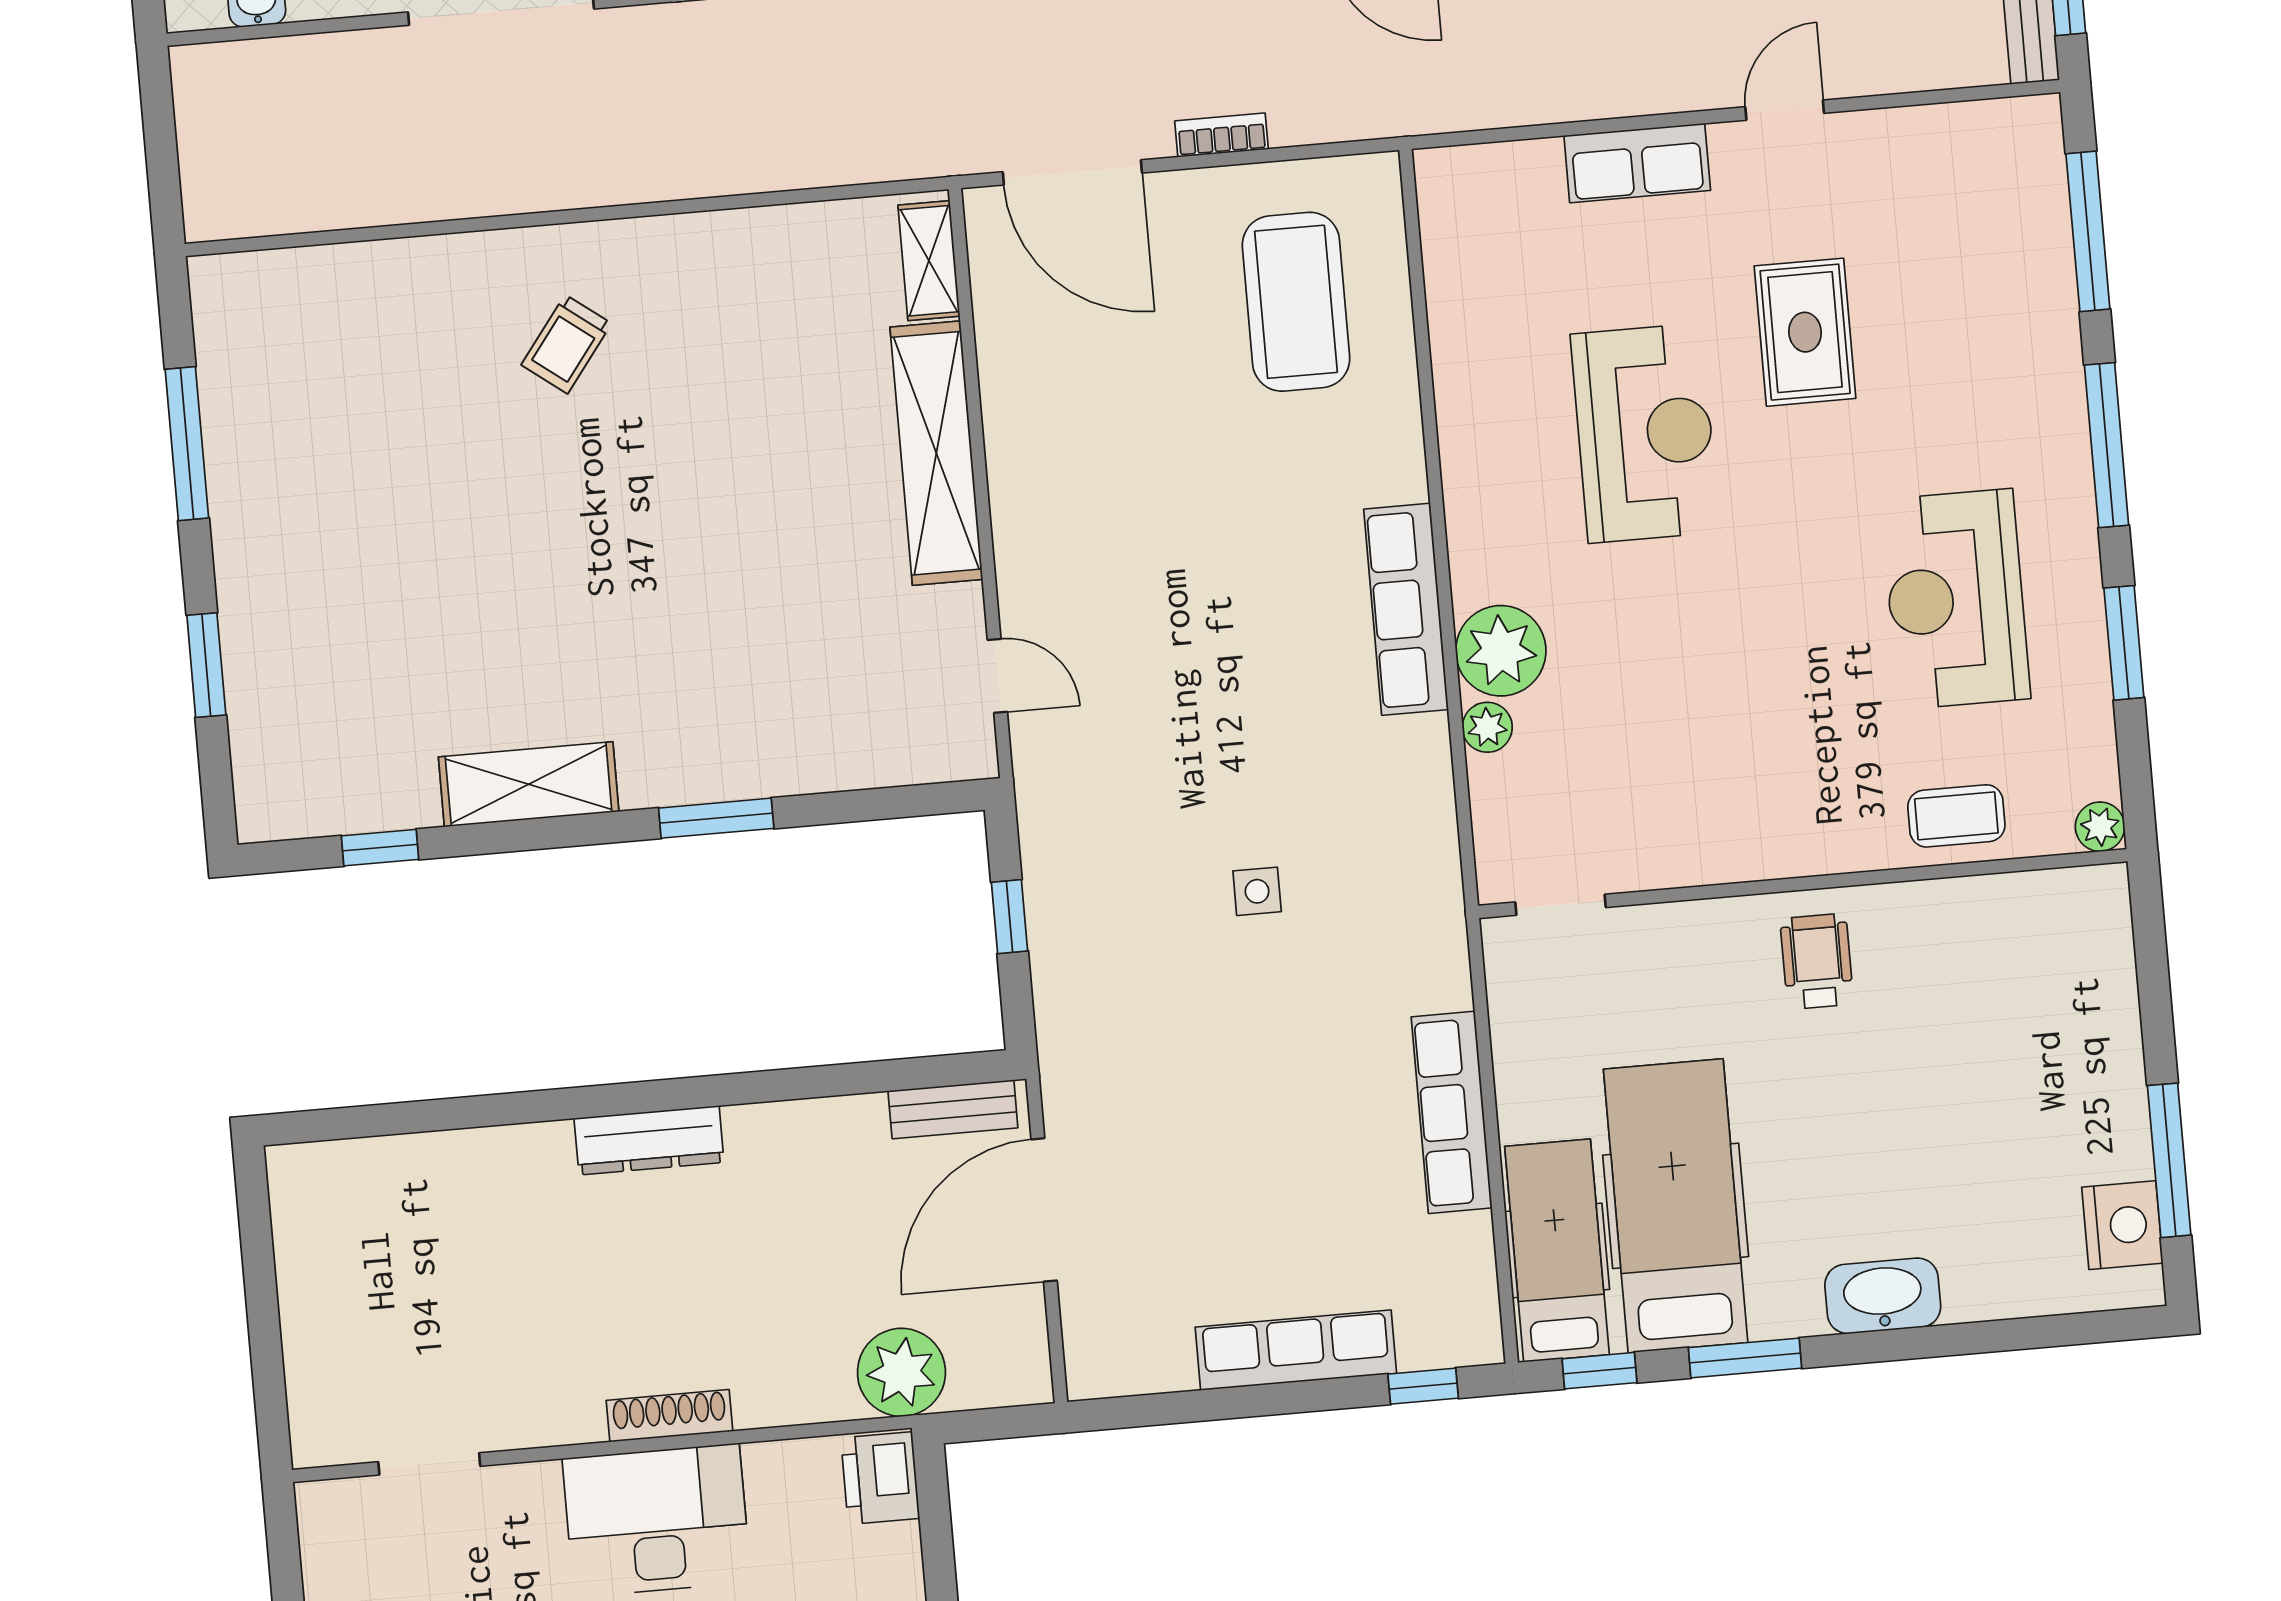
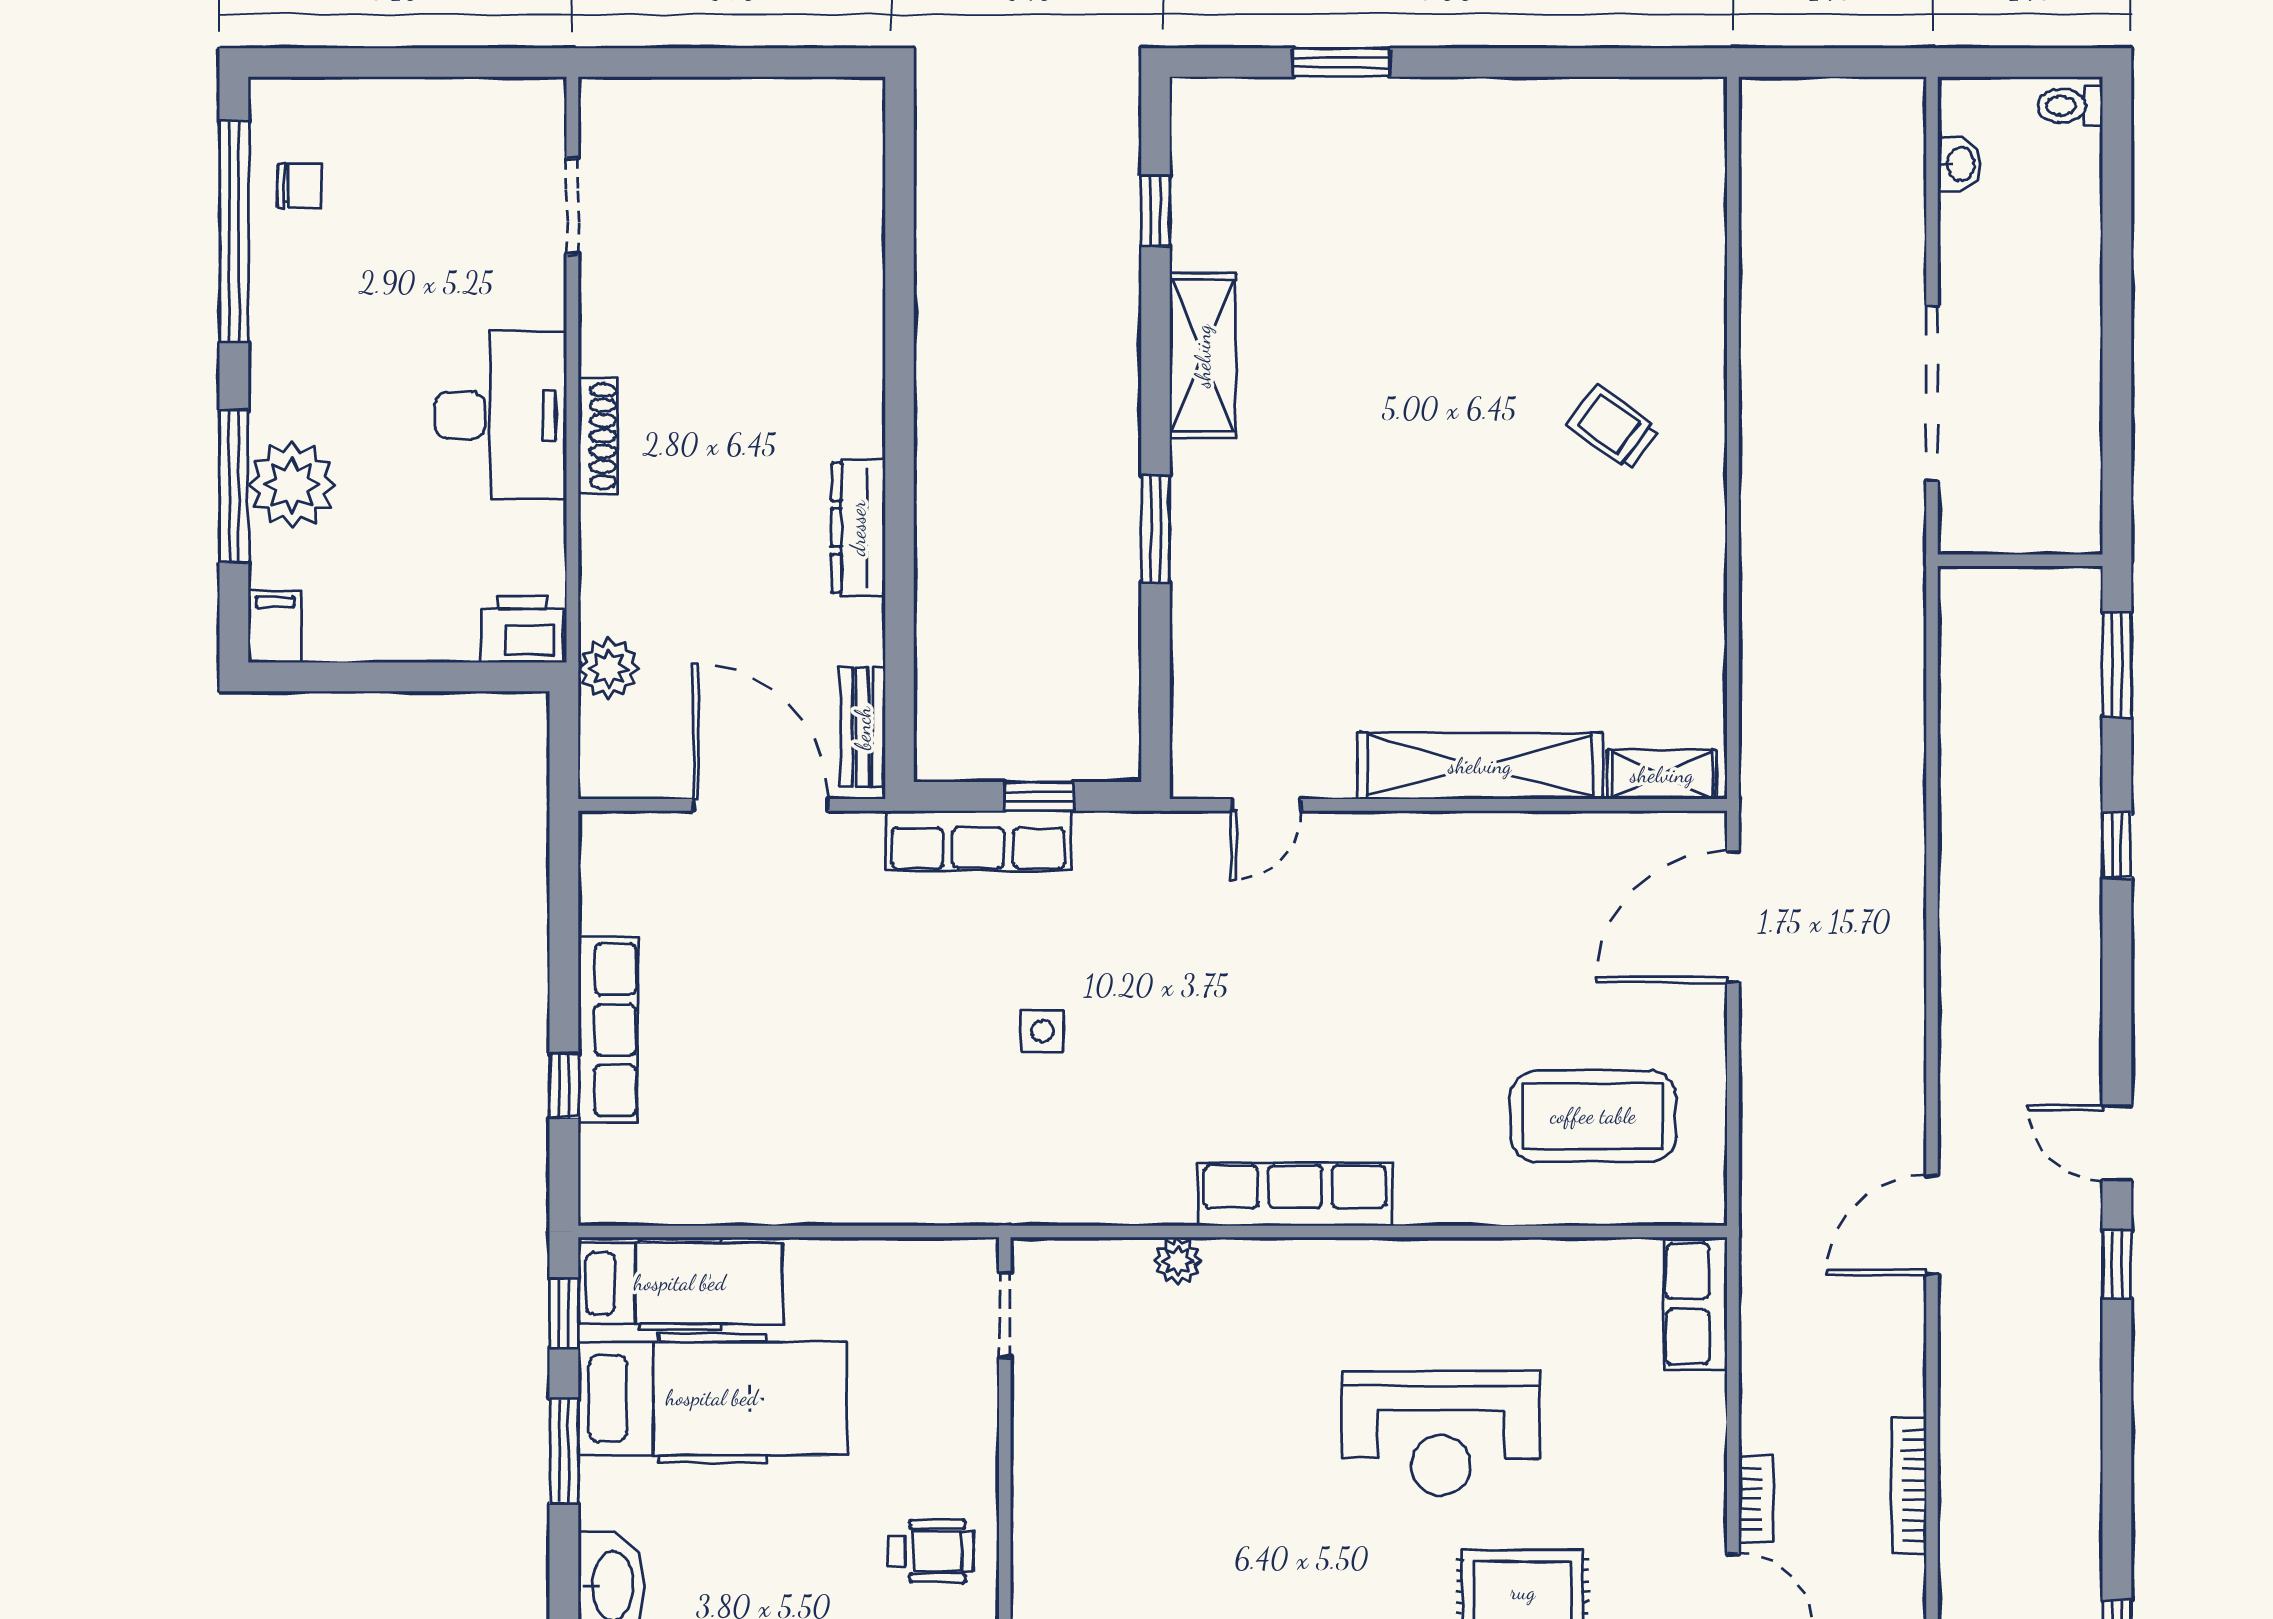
bookcase: (1222, 135) -> (1756, 1499), moved
row of seats: (1637, 163) -> (1695, 1304), moved
window: (187, 444) -> (1551, 63), removed
plant: (1501, 651) -> (1248, 1280), removed
row of seats: (1452, 1112) -> (978, 841), moved, turned 180
dresser: (649, 1140) -> (858, 528), moved
plant: (901, 1372) -> (609, 669), width x0.73, depth x0.73
window: (1423, 1386) -> (564, 1086), moved

